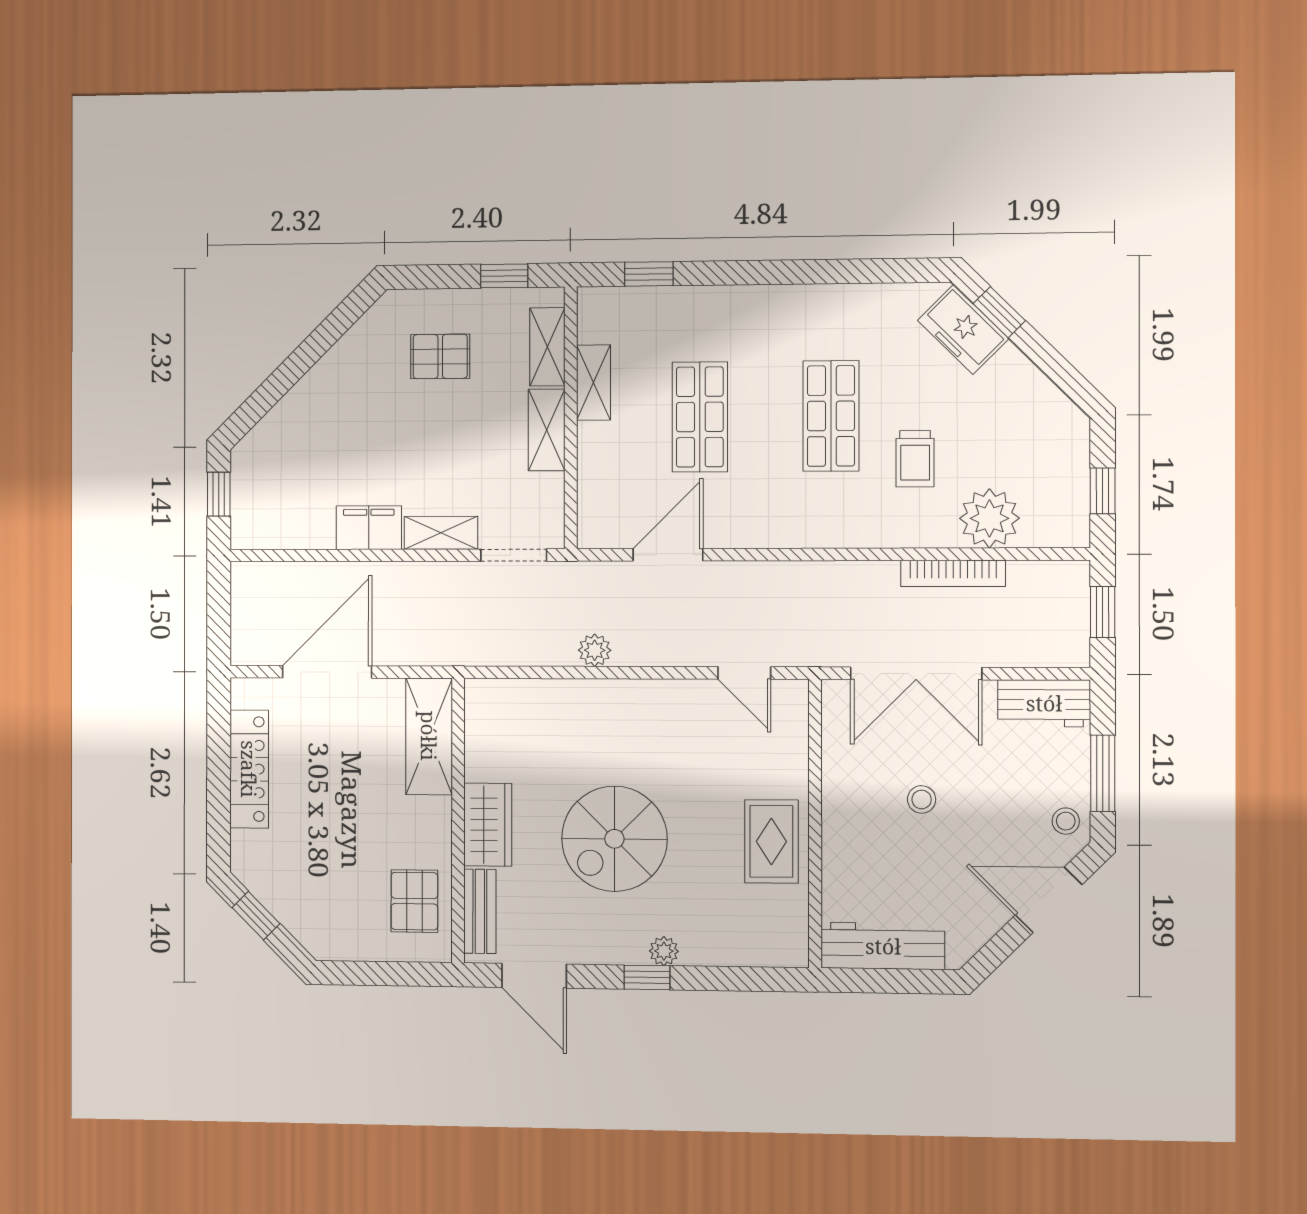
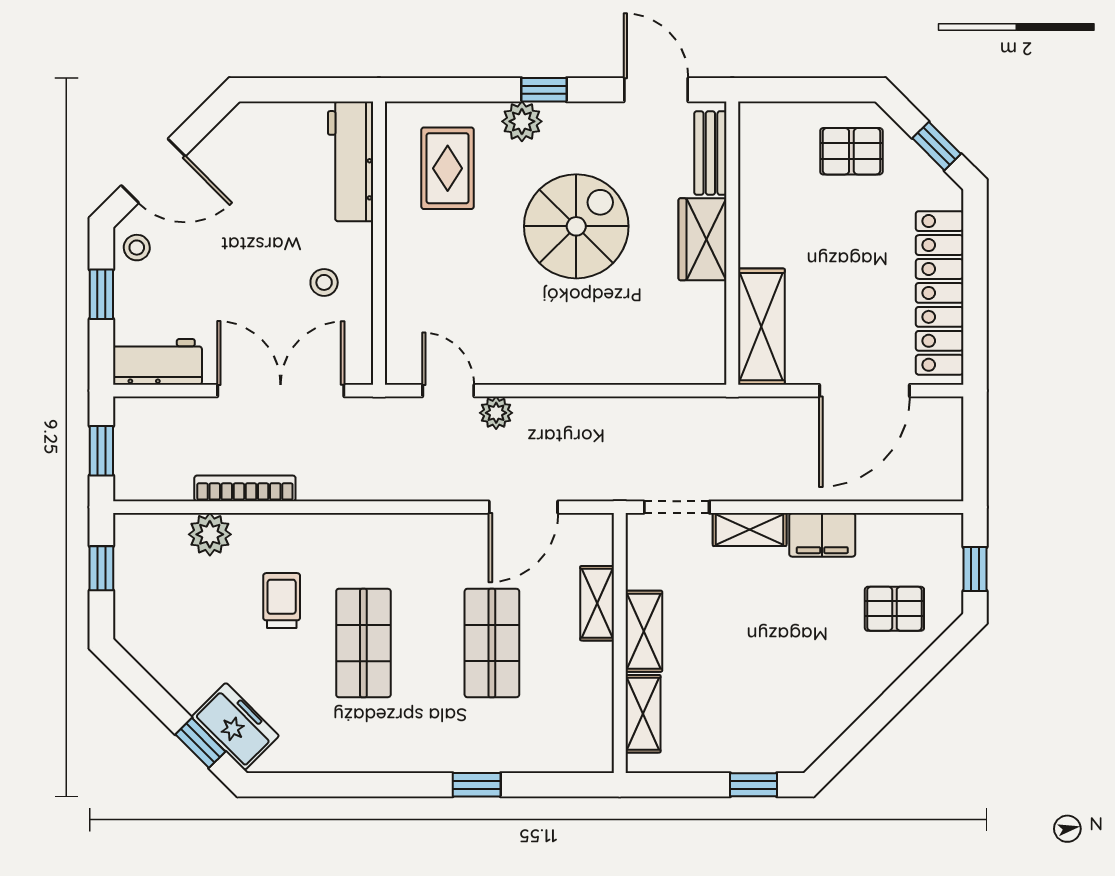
window: (649, 274) -> (477, 785), moved
window: (504, 276) -> (753, 785), moved
pallet: (440, 356) -> (894, 609), moved
shelving: (594, 382) -> (597, 603), moved
plant: (989, 518) -> (210, 534), width x0.73, depth x0.73
plant: (595, 650) -> (496, 413), moved
locker: (249, 769) -> (940, 293), width x1.41, depth x1.21
window: (1103, 773) -> (101, 294), width x0.67
stool: (922, 799) -> (324, 282), moved
rug: (771, 841) -> (448, 168), moved
pallet: (414, 901) -> (851, 151), moved, turned 90
workbench: (883, 946) -> (351, 161), moved, turned 90
plant: (664, 951) -> (522, 121), width x1.38, depth x1.38

